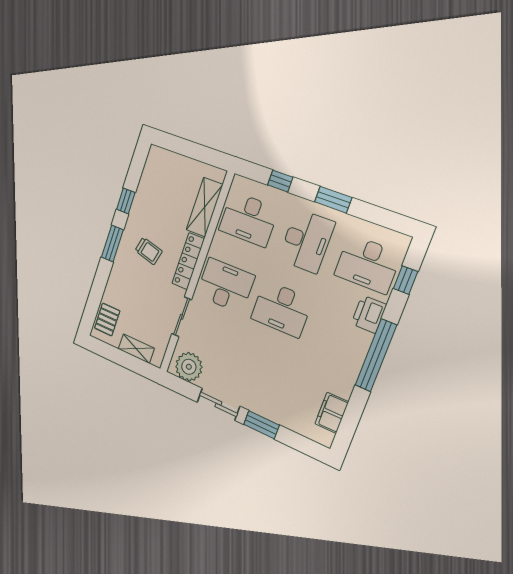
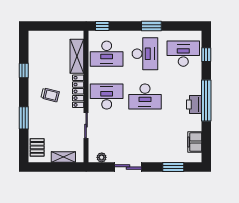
window: (280, 181) -> (102, 26), moved
window: (112, 243) -> (24, 118), moved
desk: (368, 264) -> (183, 54), turned 180
printer: (369, 314) -> (194, 105), moved
plant: (189, 367) -> (102, 157), width x0.53, depth x0.53
window: (261, 425) -> (173, 167), moved

